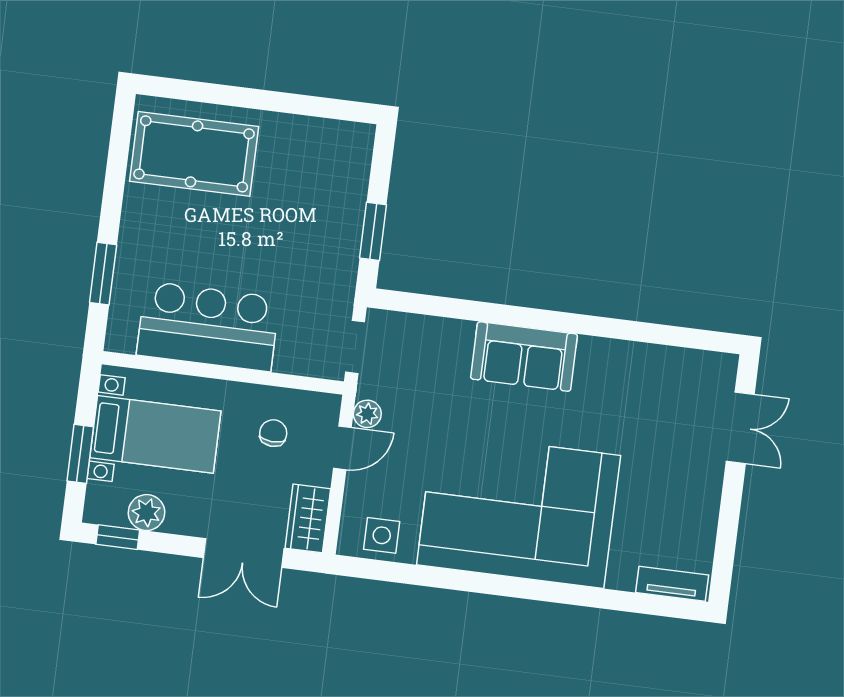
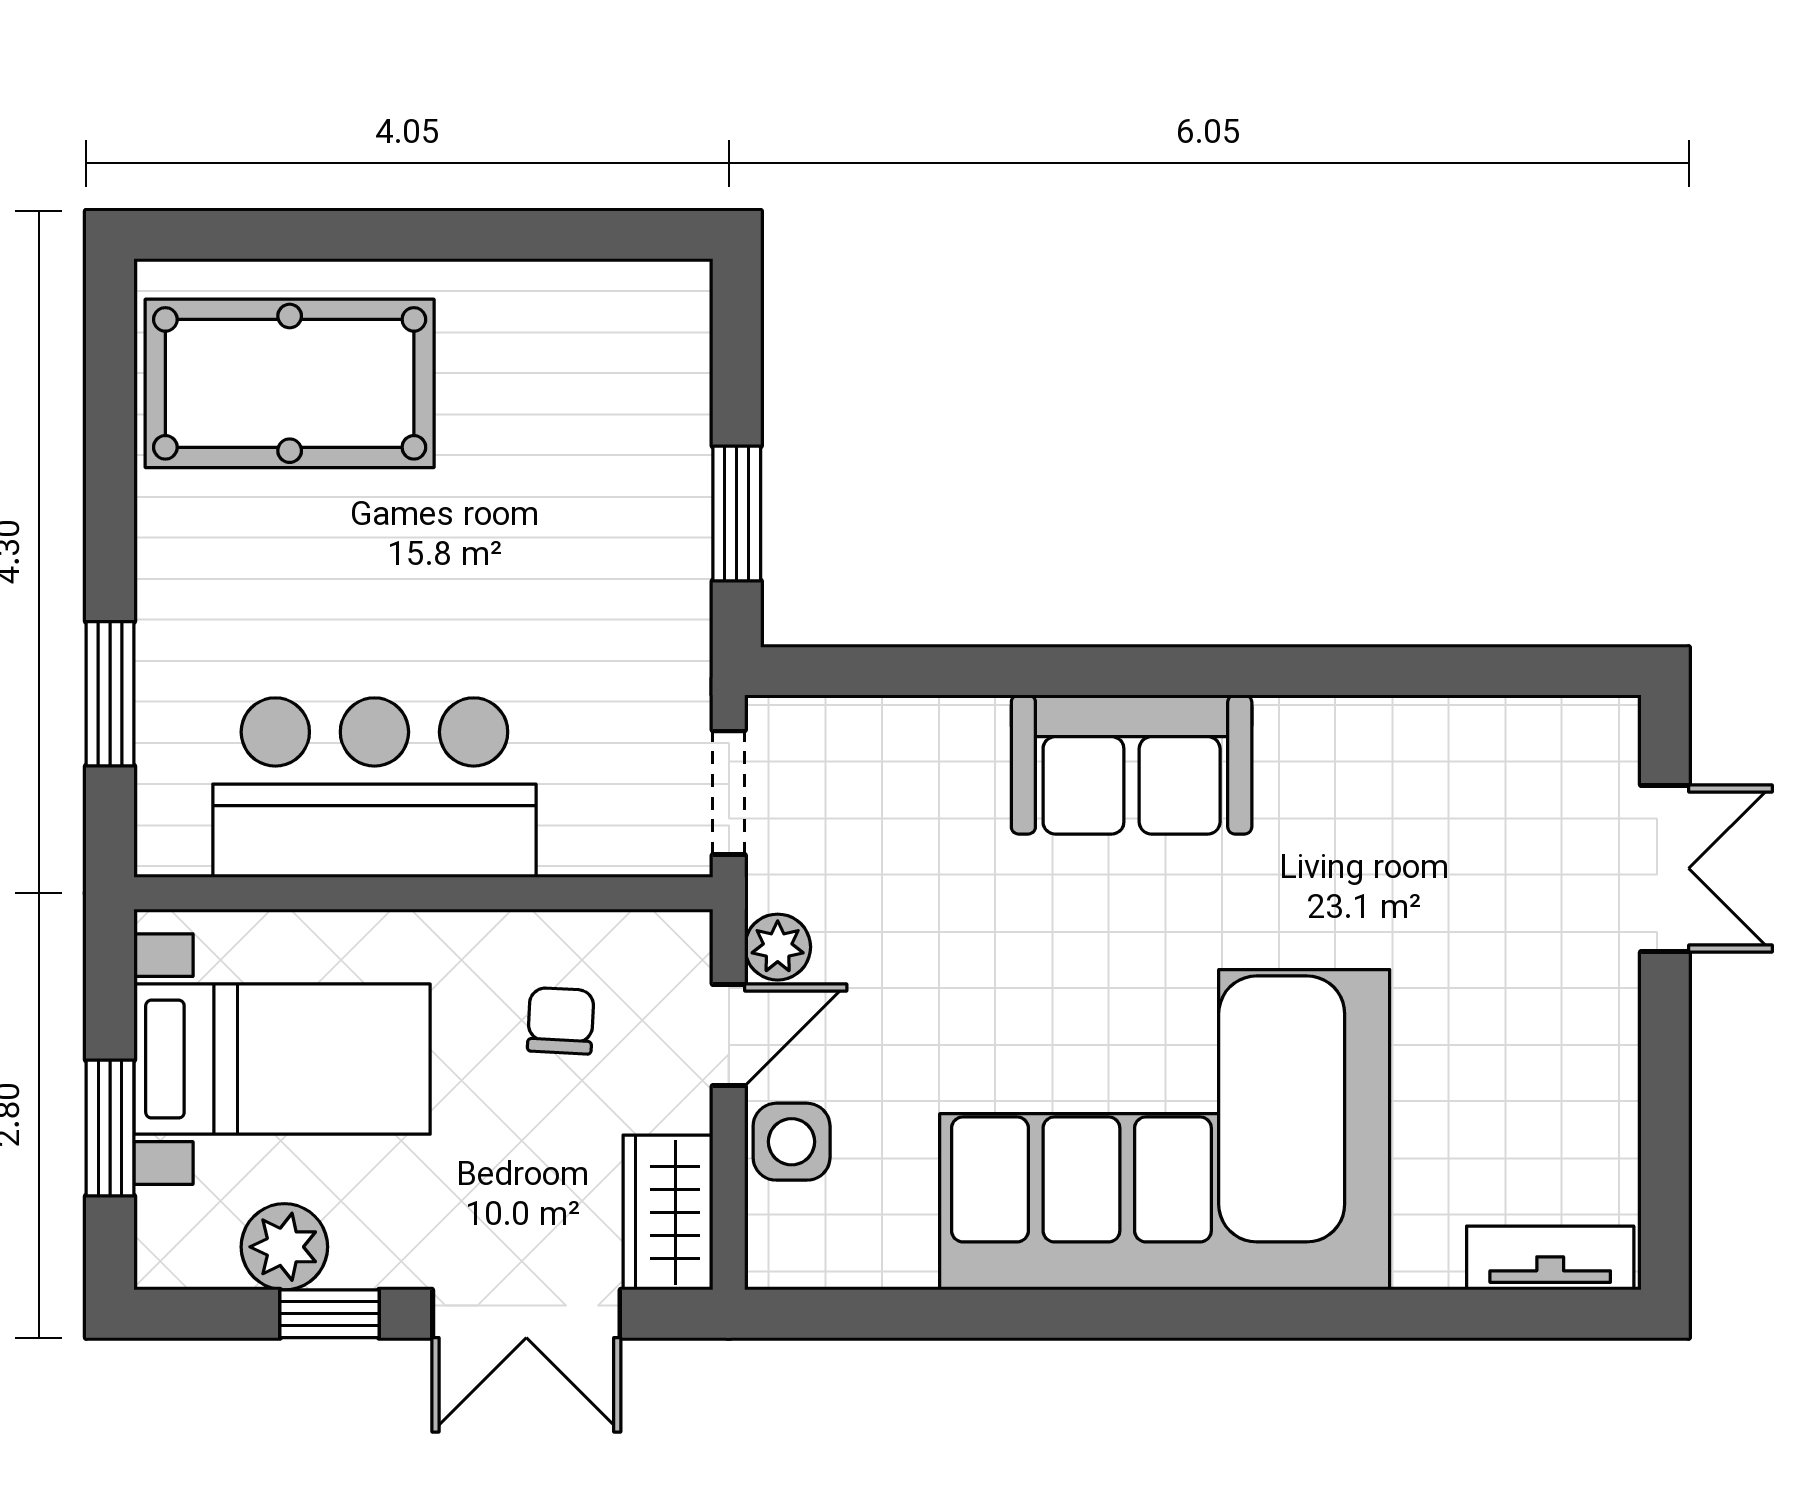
side table: (382, 535) -> (792, 1142), moved
window: (118, 537) -> (329, 1314), moved

